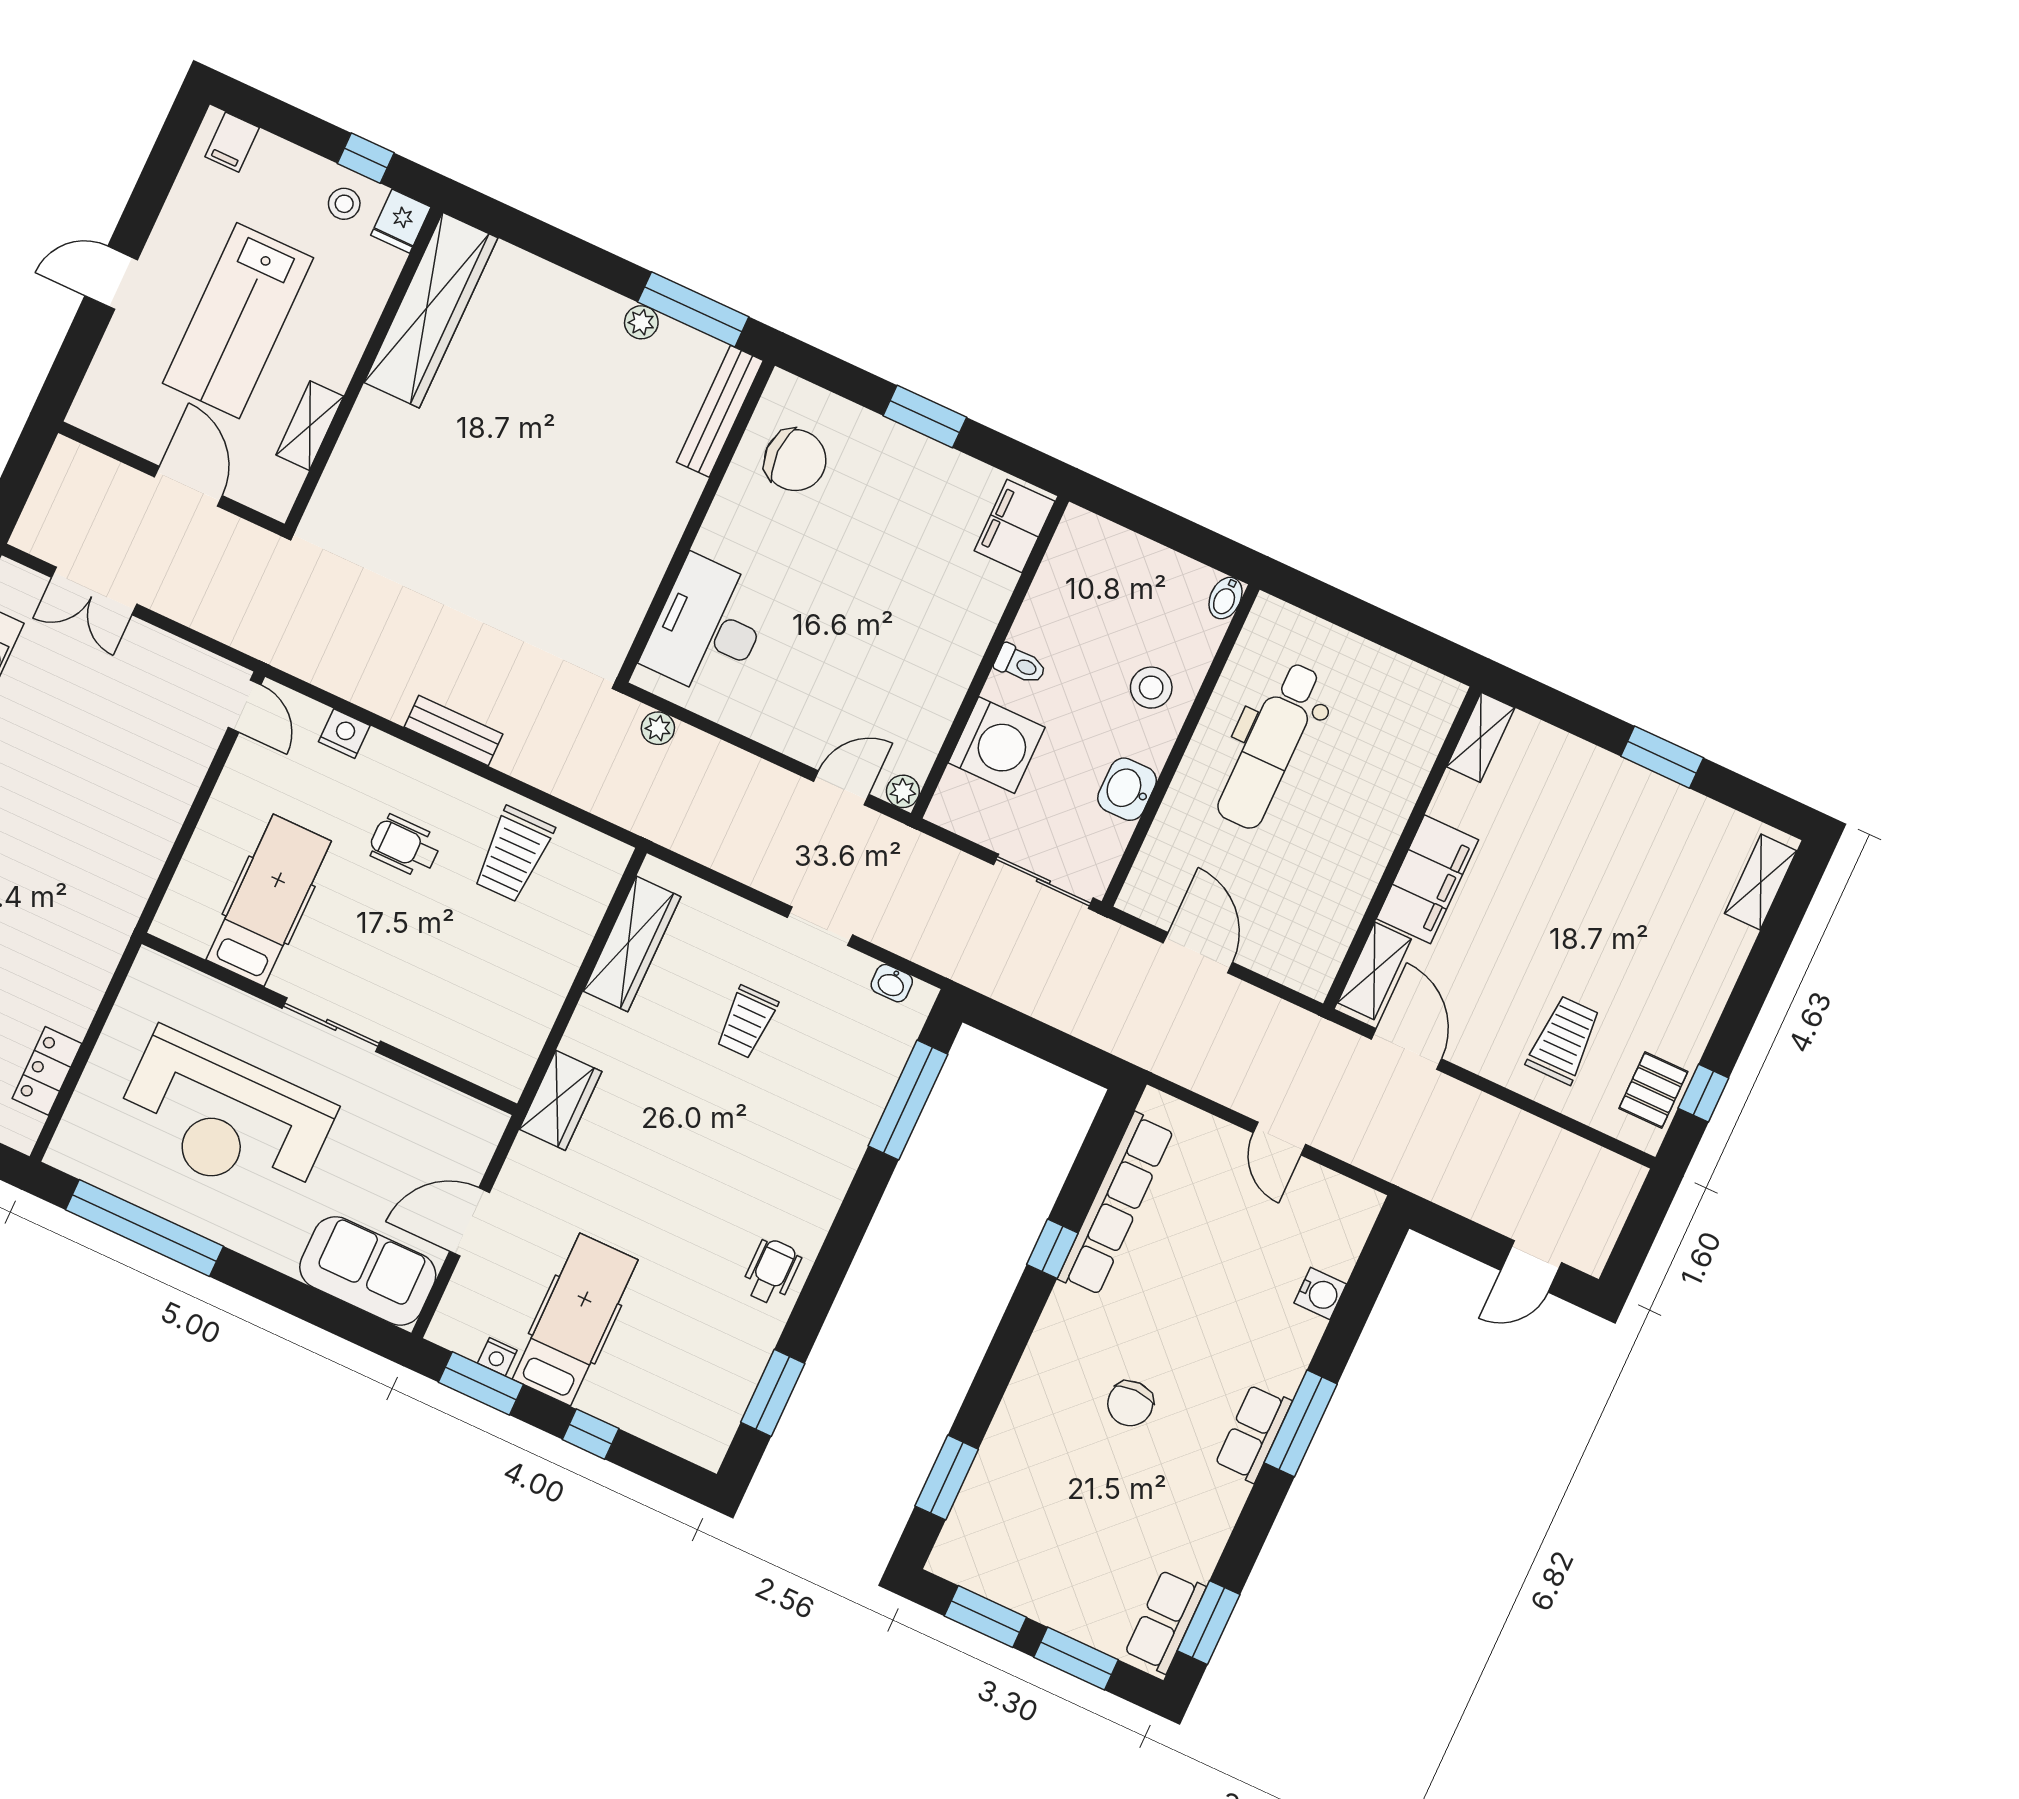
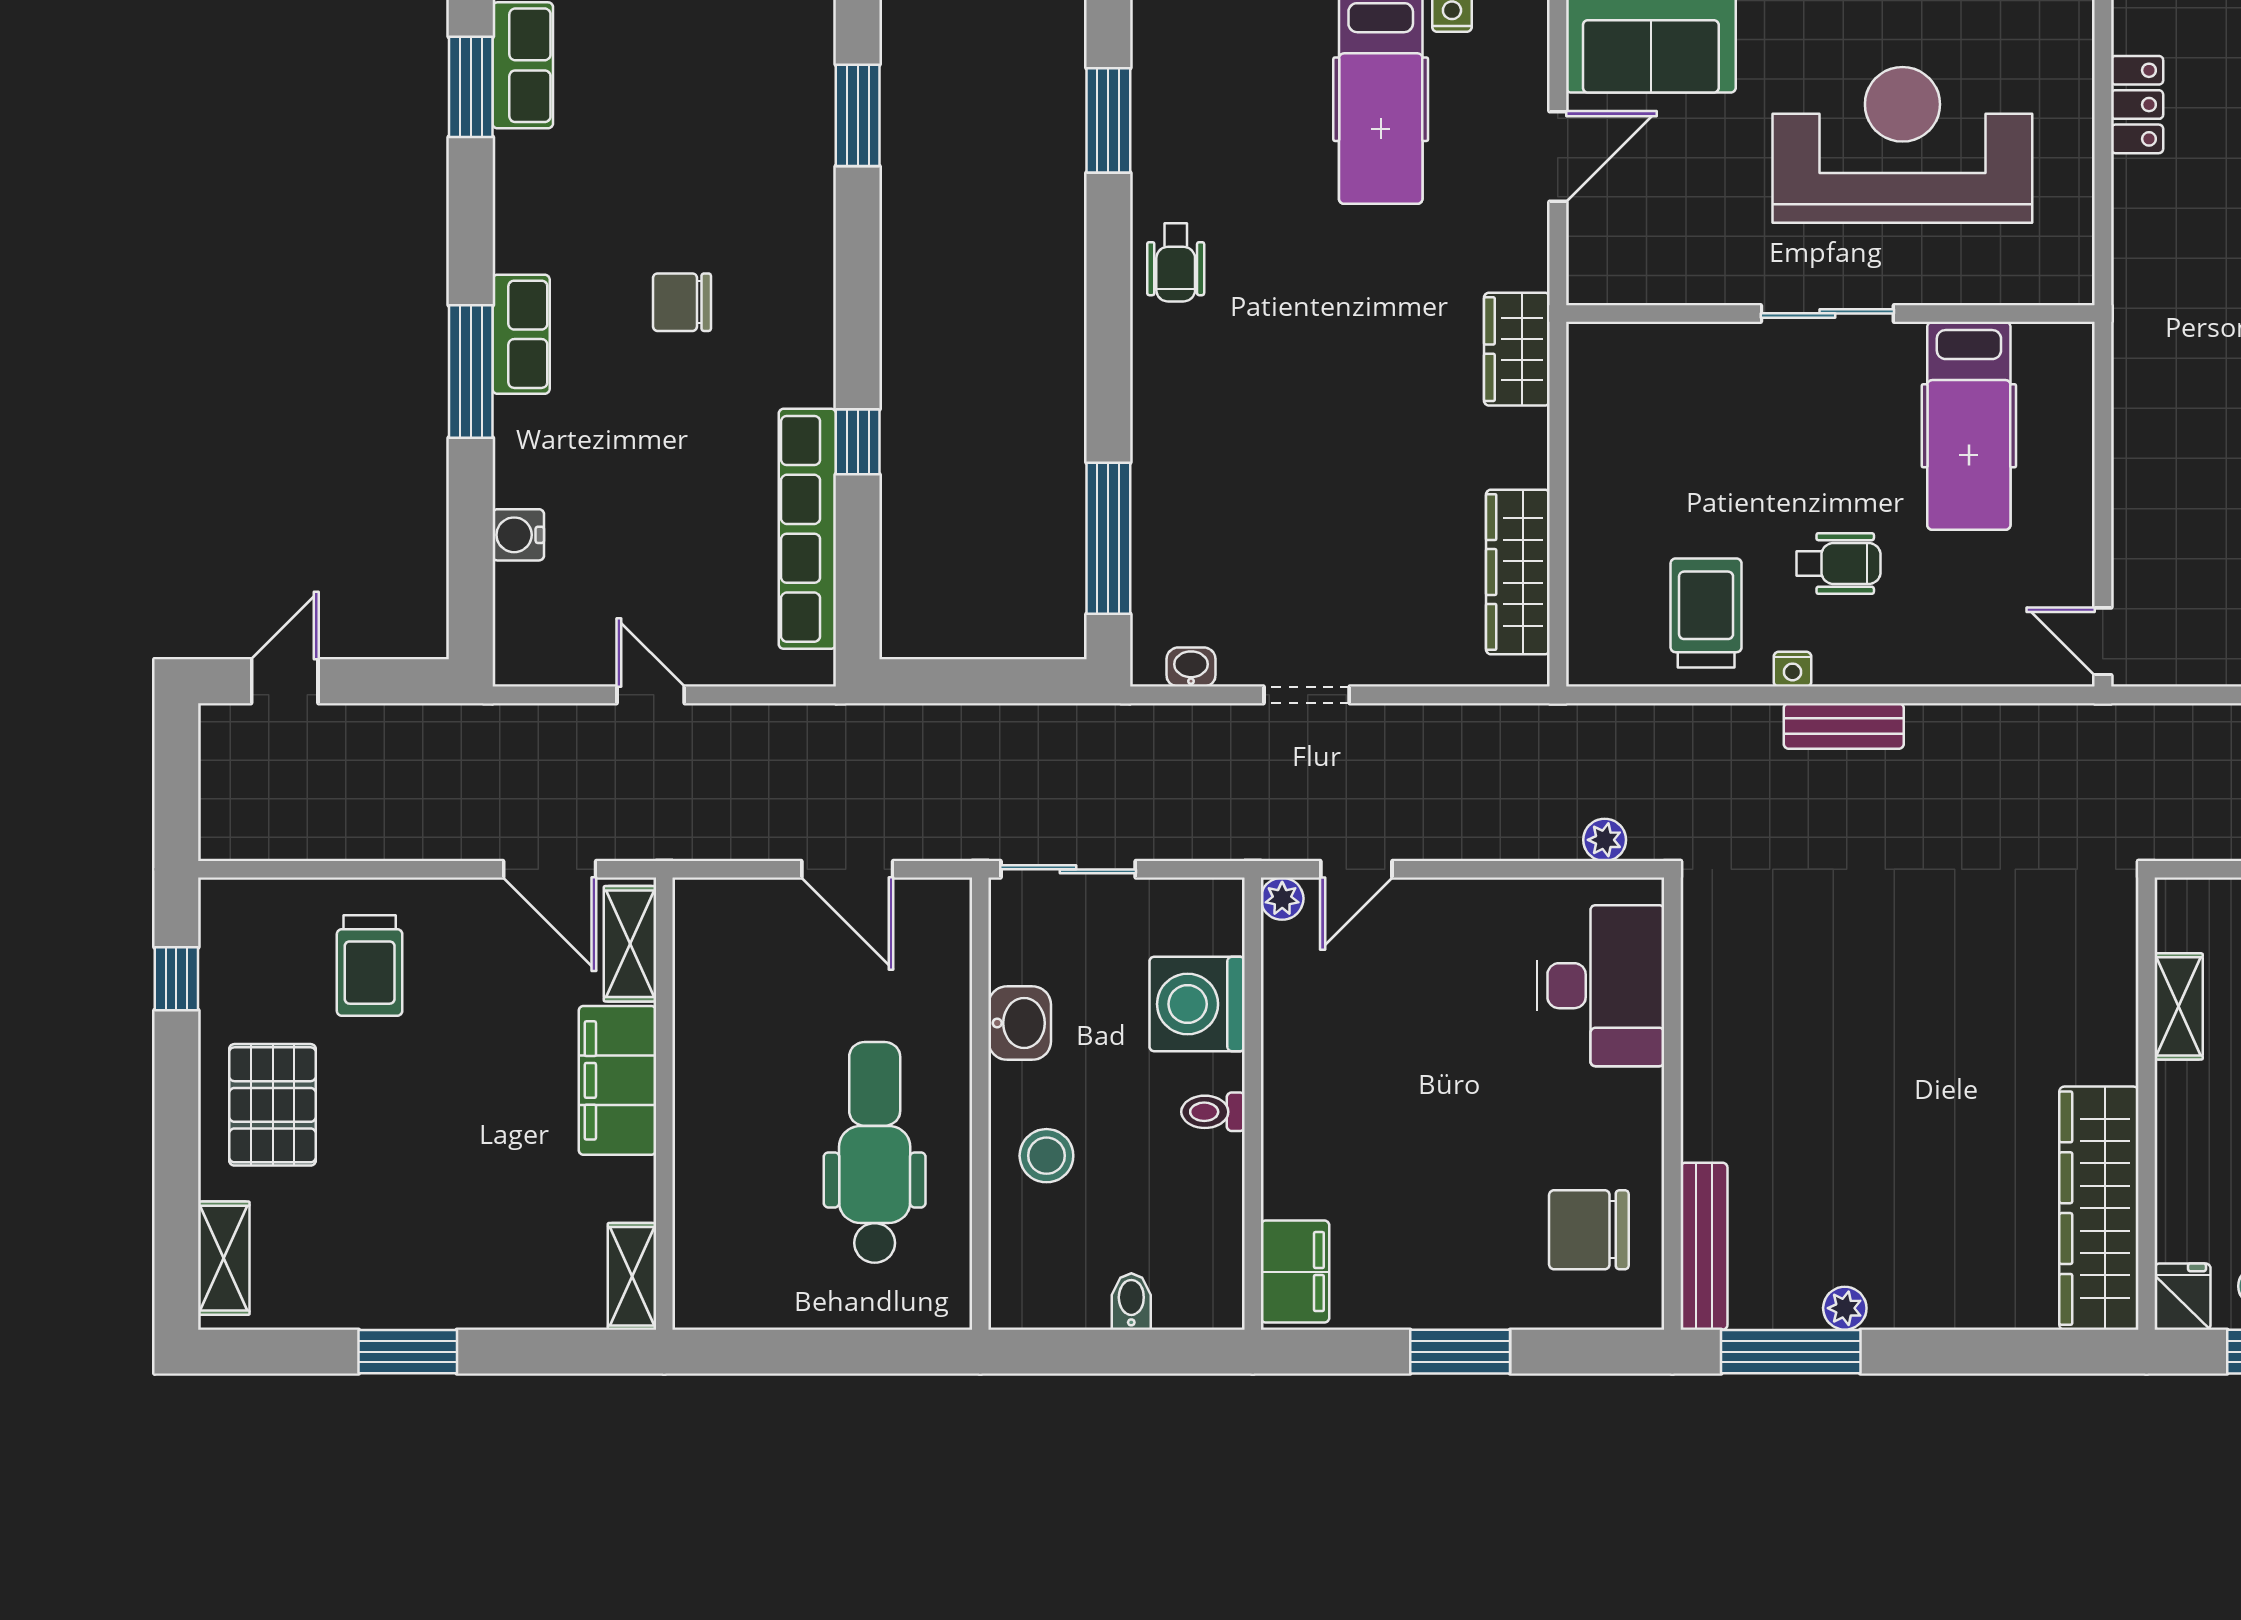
bidet: (1225, 598) -> (1131, 1301), moved
nightstand: (344, 734) -> (1792, 669), moved, width x0.72, depth x0.74
trolley: (747, 1022) -> (1341, 542), removed
pallet: (1653, 1090) -> (273, 1105), moved, width x1.50, depth x1.42
chair: (1130, 1404) -> (682, 302), turned -90

